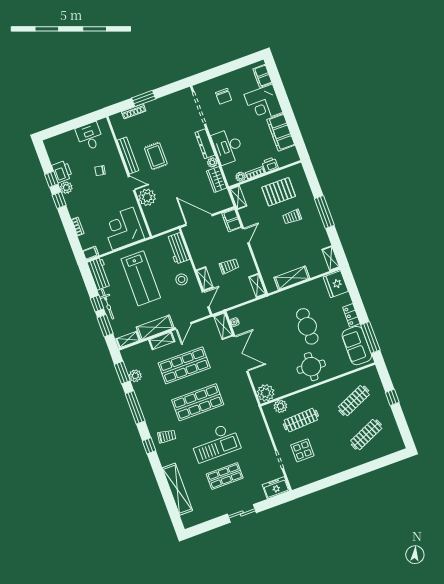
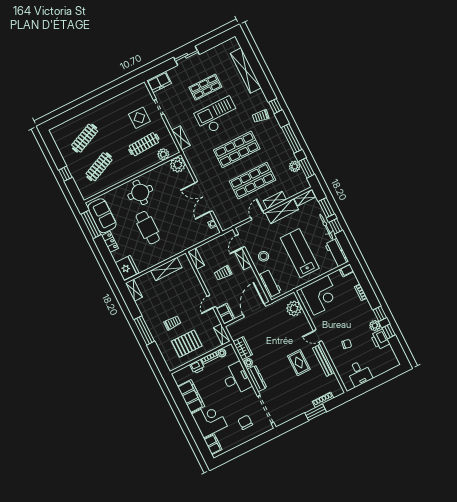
plant: (147, 197) -> (294, 308), moved
door: (199, 220) -> (254, 310), swing flipped
shelving: (223, 326) -> (181, 138), moved

